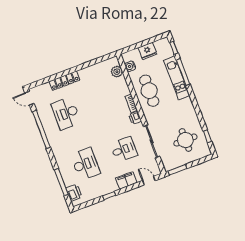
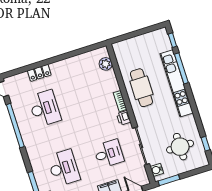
fridge: (148, 51) -> (142, 42), removed
water cooler: (130, 66) -> (157, 170), moved
kitchen unit: (177, 78) -> (176, 83), width x1.36
locker: (64, 81) -> (39, 73), width x0.66
desk: (66, 113) -> (45, 108), turned 180

